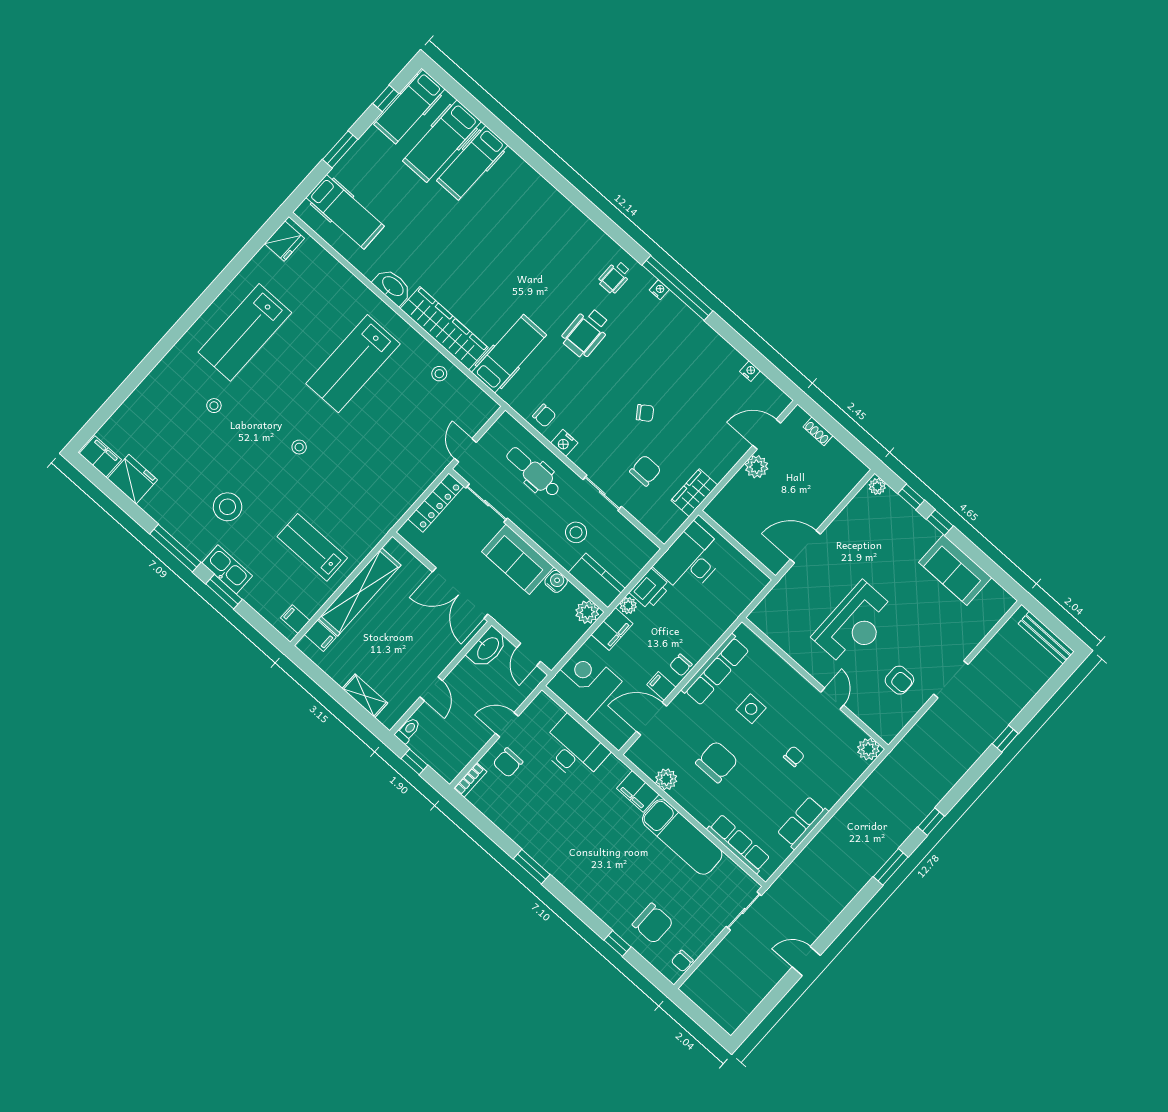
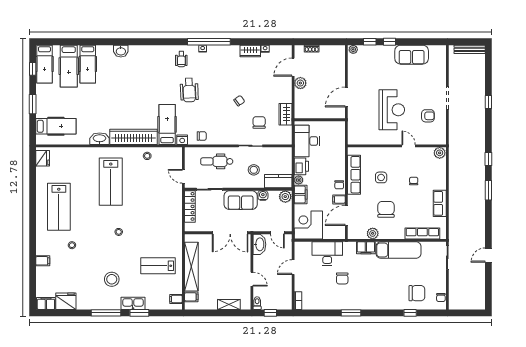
washbasin: (537, 187) -> (121, 51), added
wardrobe: (725, 355) -> (250, 51), added
filing cabinet: (151, 390) -> (43, 261), added
nightstand: (564, 443) -> (182, 140), moved
chair: (508, 763) -> (342, 278), moved

